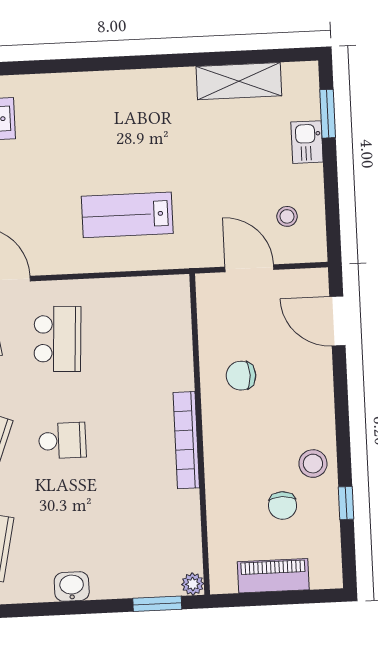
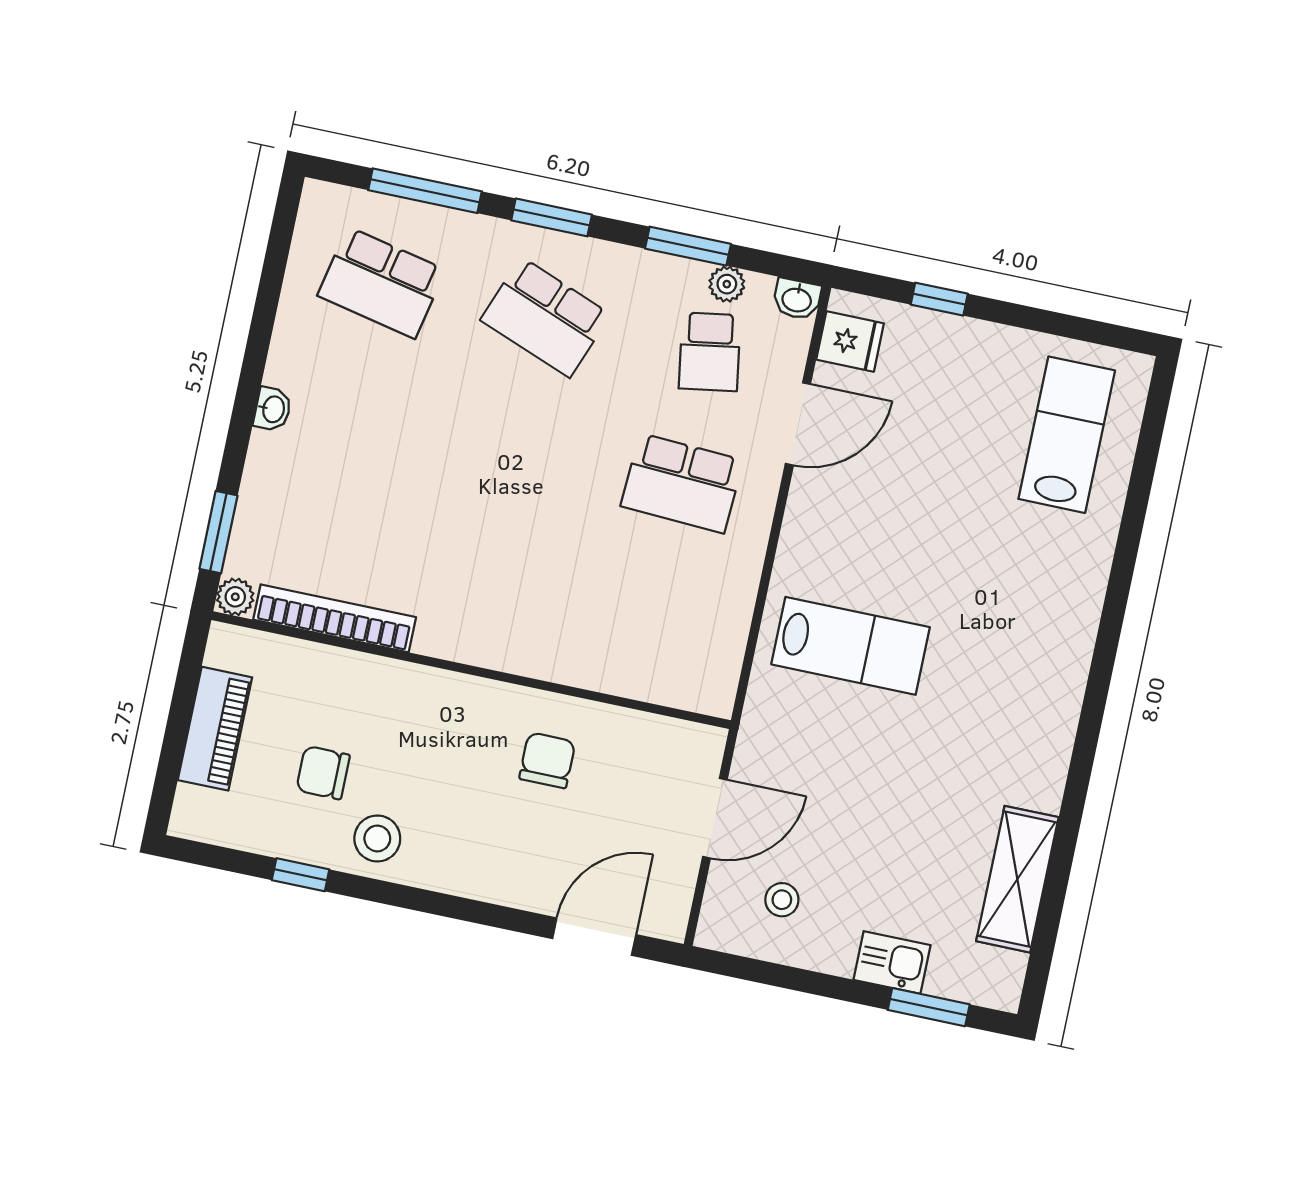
lab bench: (127, 215) -> (851, 646), turned 90
bookcase: (186, 440) -> (335, 618), moved
school desk: (62, 441) -> (518, 449), removed
washbasin: (72, 587) -> (273, 409), width x0.72, depth x0.69

